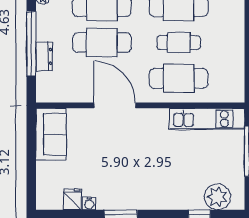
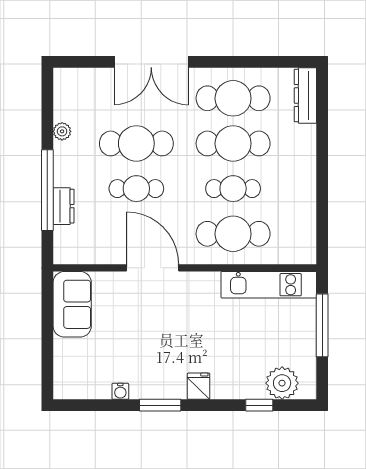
cafe table: (102, 43) -> (136, 189), width x0.73, depth x0.74
fridge: (72, 199) -> (199, 386), moved

